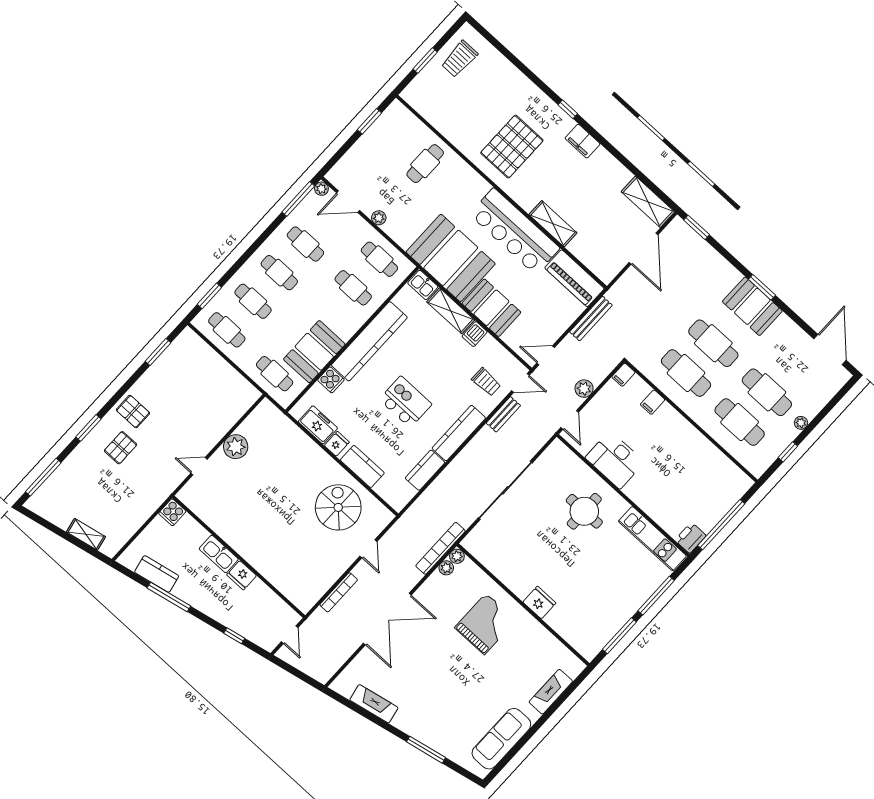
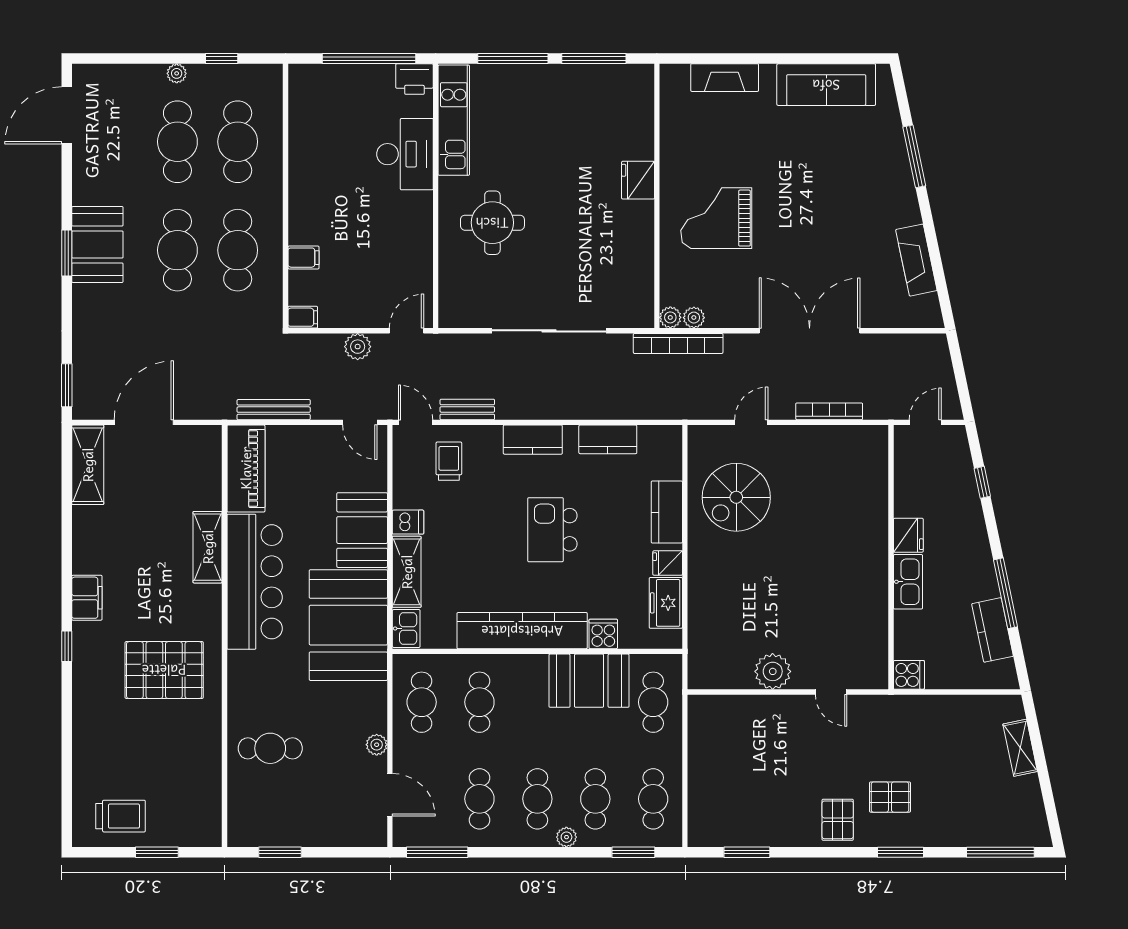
plant: (321, 189) -> (566, 837), moved
kitchen counter: (459, 433) -> (533, 440), width x0.67
desk: (615, 460) -> (405, 154), moved

